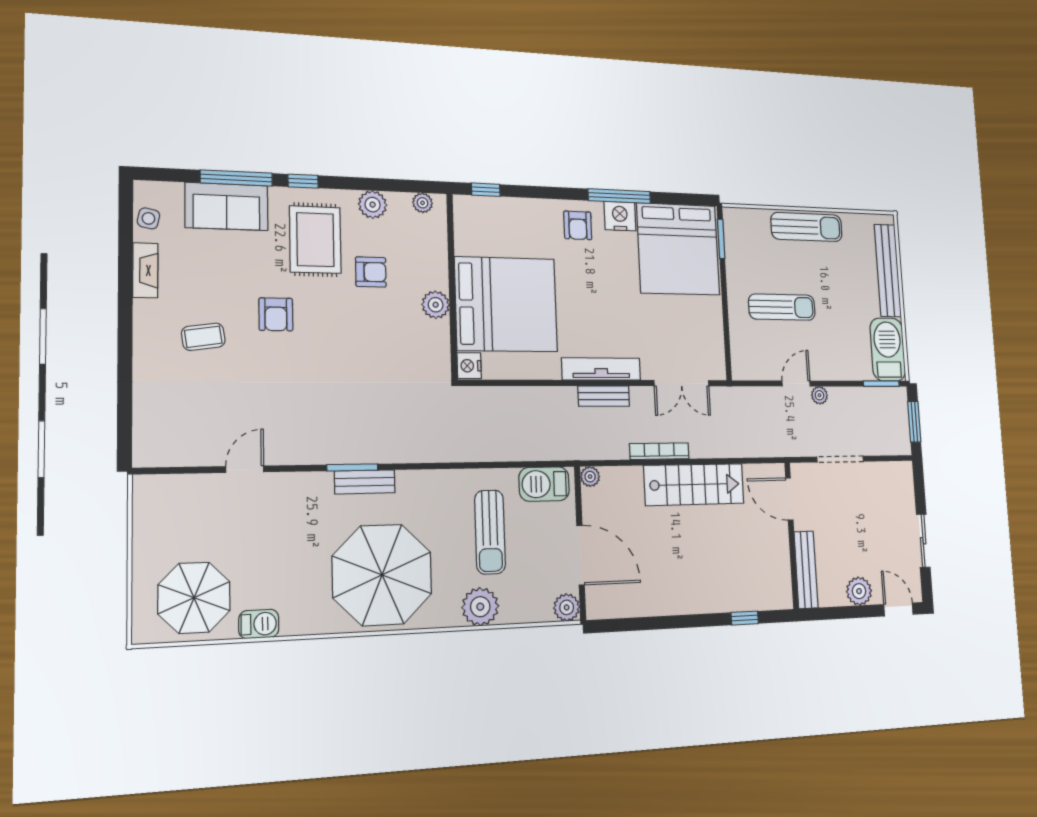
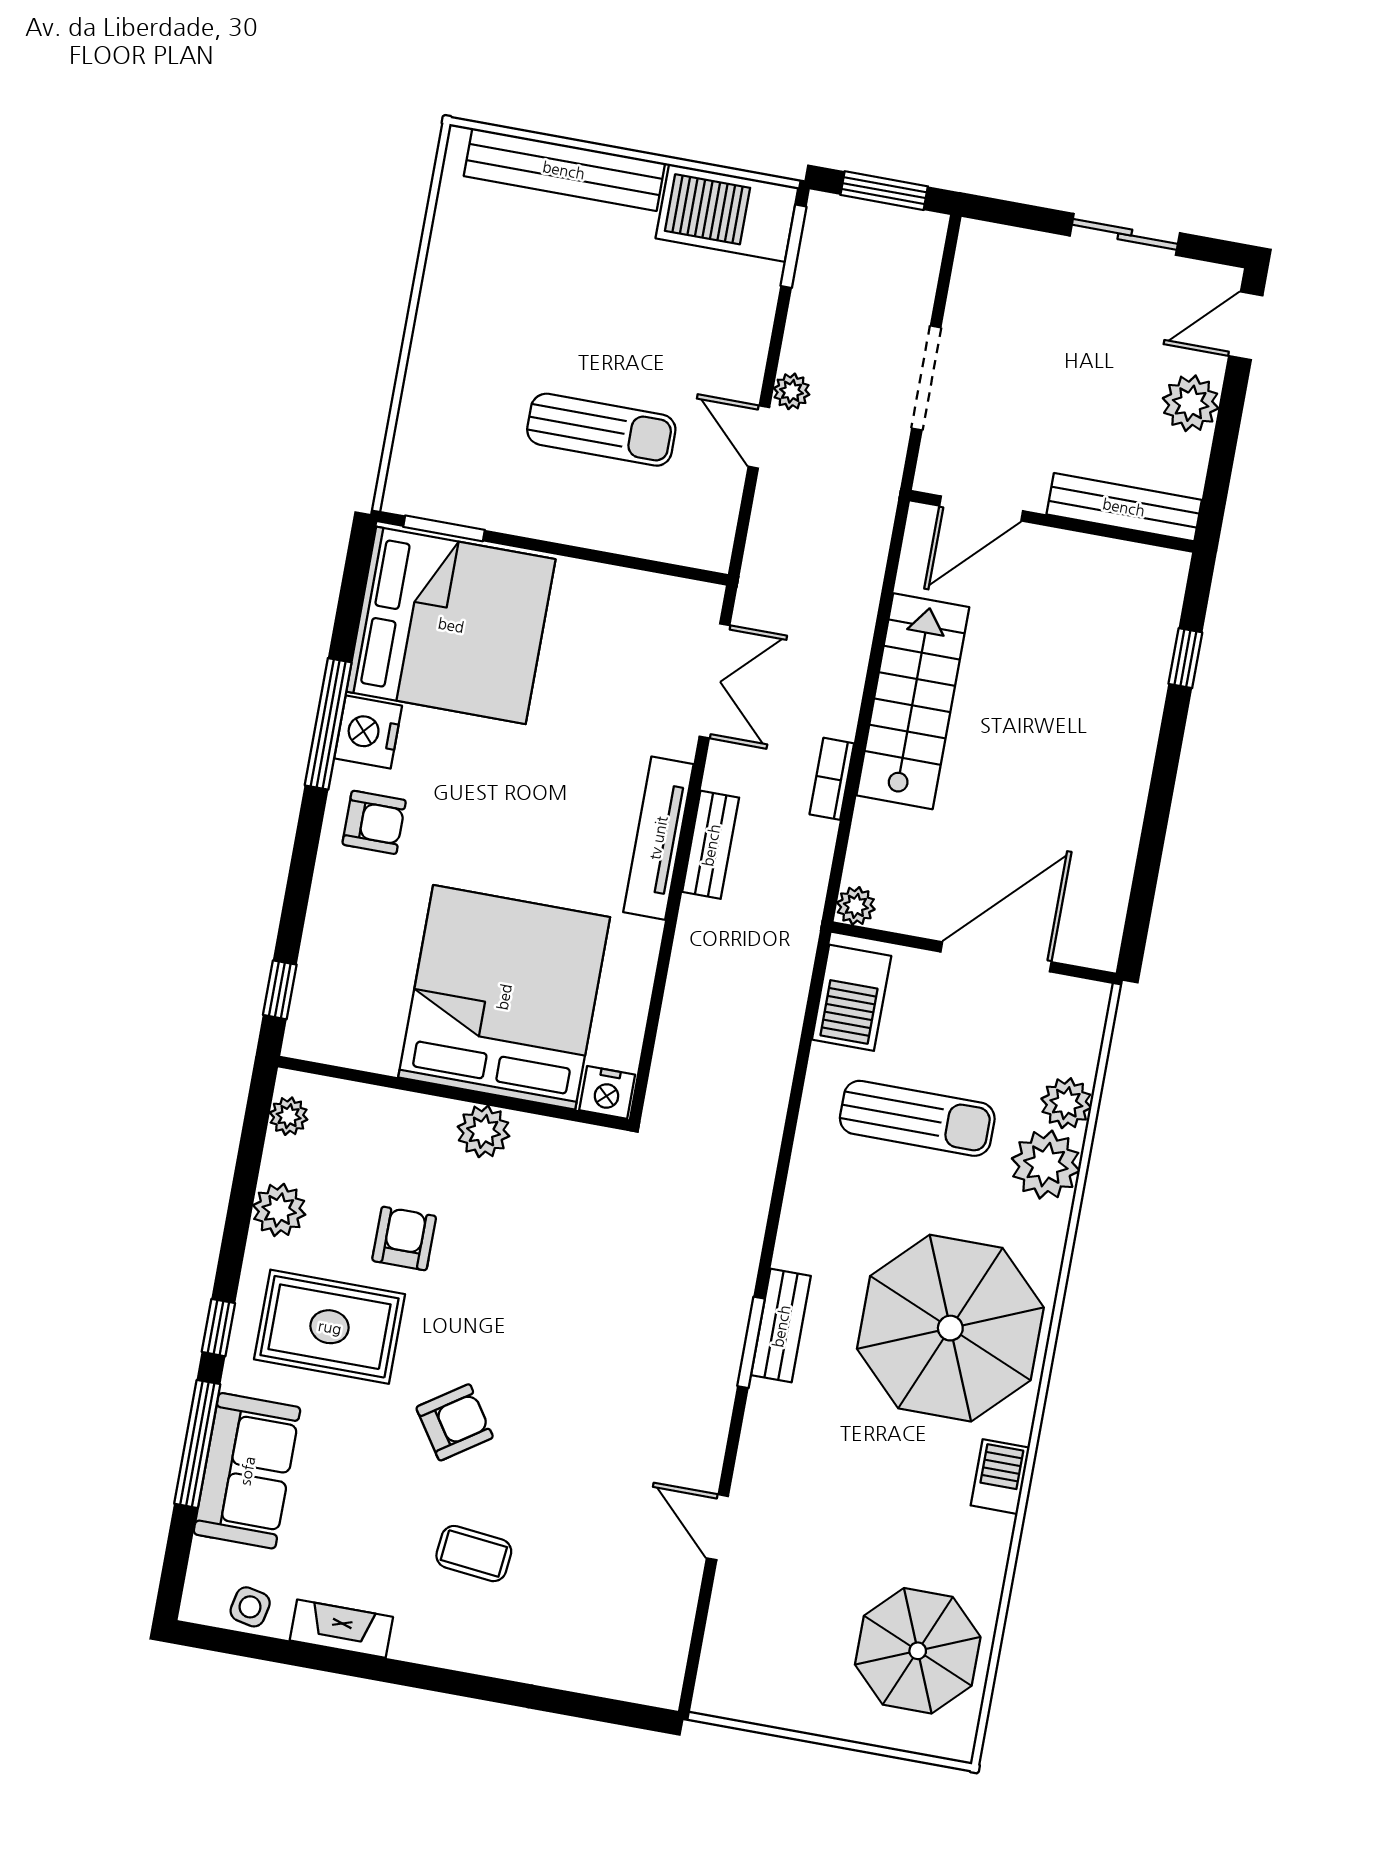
sun lounger: (807, 227) -> (447, 333), removed
sun lounger: (782, 307) -> (601, 430), turned 90
armchair: (276, 314) -> (455, 1422), turned -34
coffee table: (203, 337) -> (474, 1554), turned -76
bookcase: (659, 451) -> (832, 779), width x0.64
plant: (567, 607) -> (1066, 1103), moved
barbecue: (259, 624) -> (1000, 1477), moved

